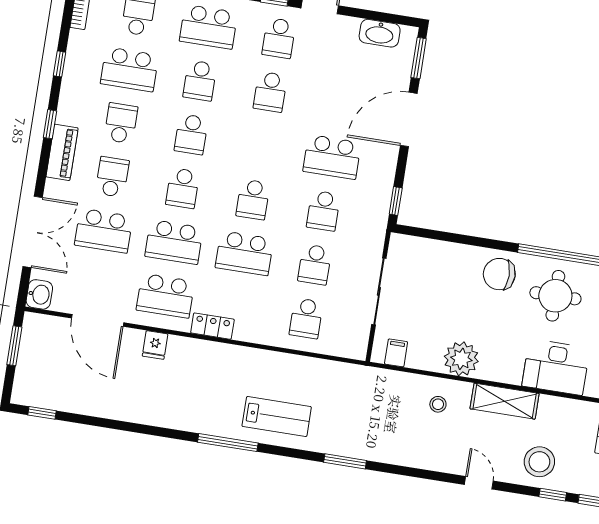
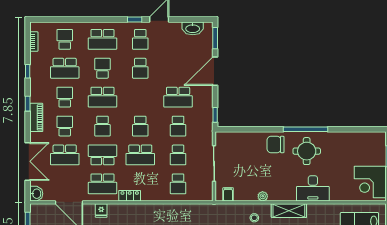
school desk: (200, 81) -> (102, 68), turned 180
school desk: (191, 134) -> (102, 97), width x1.85
school desk: (174, 242) -> (102, 155), turned 180
plant: (461, 359) -> (263, 196), width x0.53, depth x0.53

